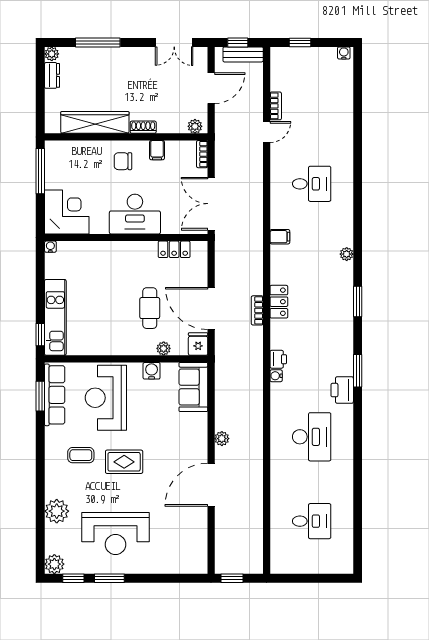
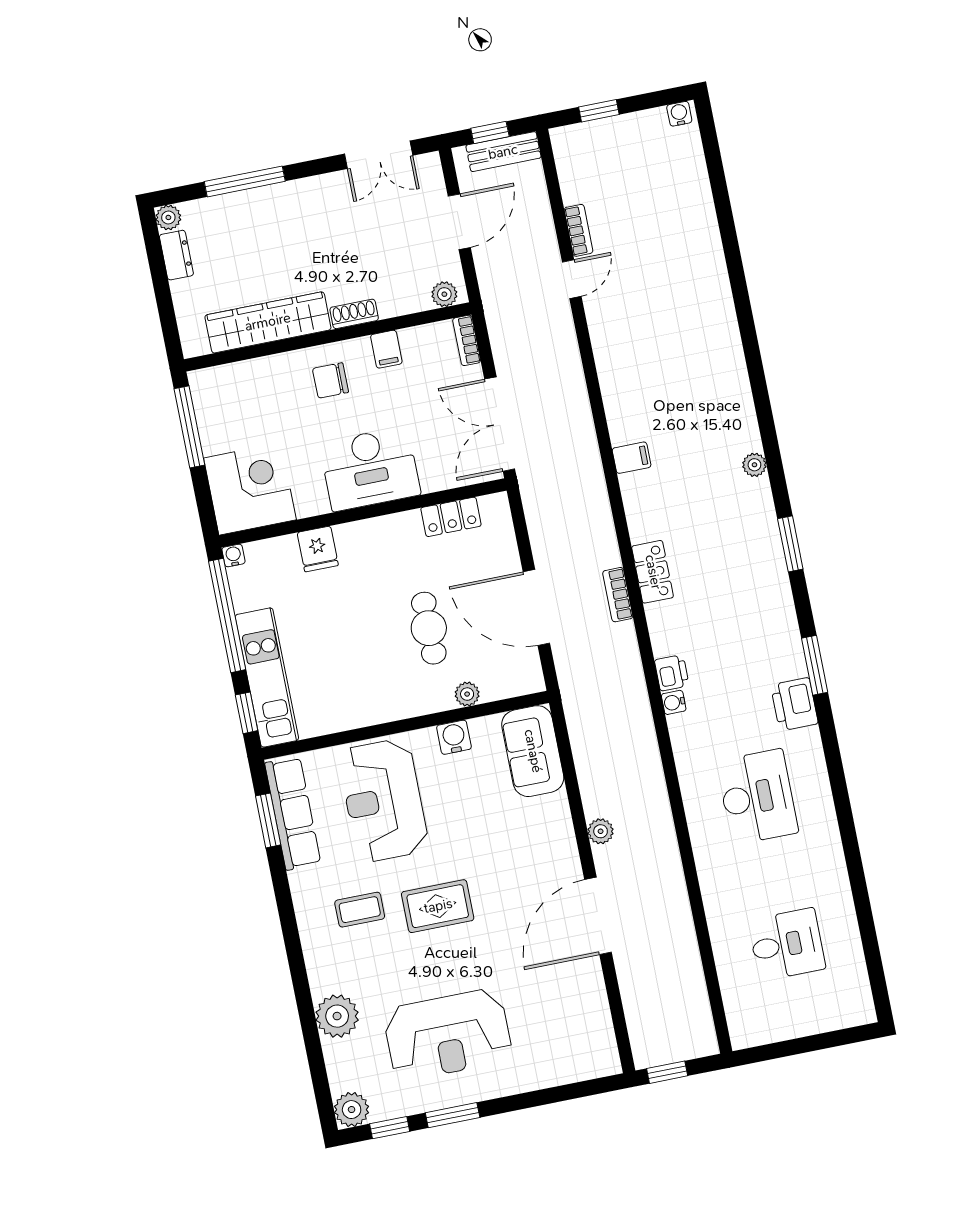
desk: (312, 184) -> (669, 354), removed
window: (40, 279) -> (227, 615), added
fridge: (198, 344) -> (318, 549), moved, turned 180

